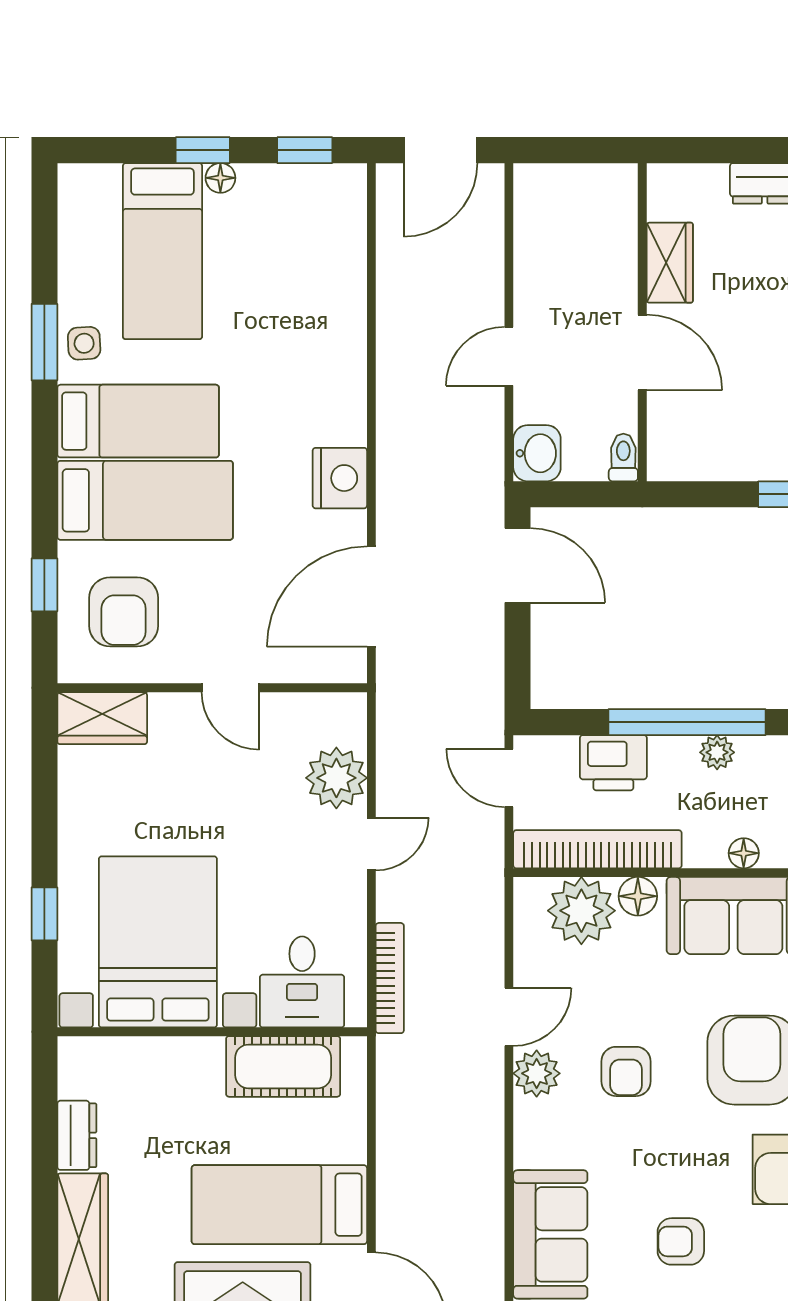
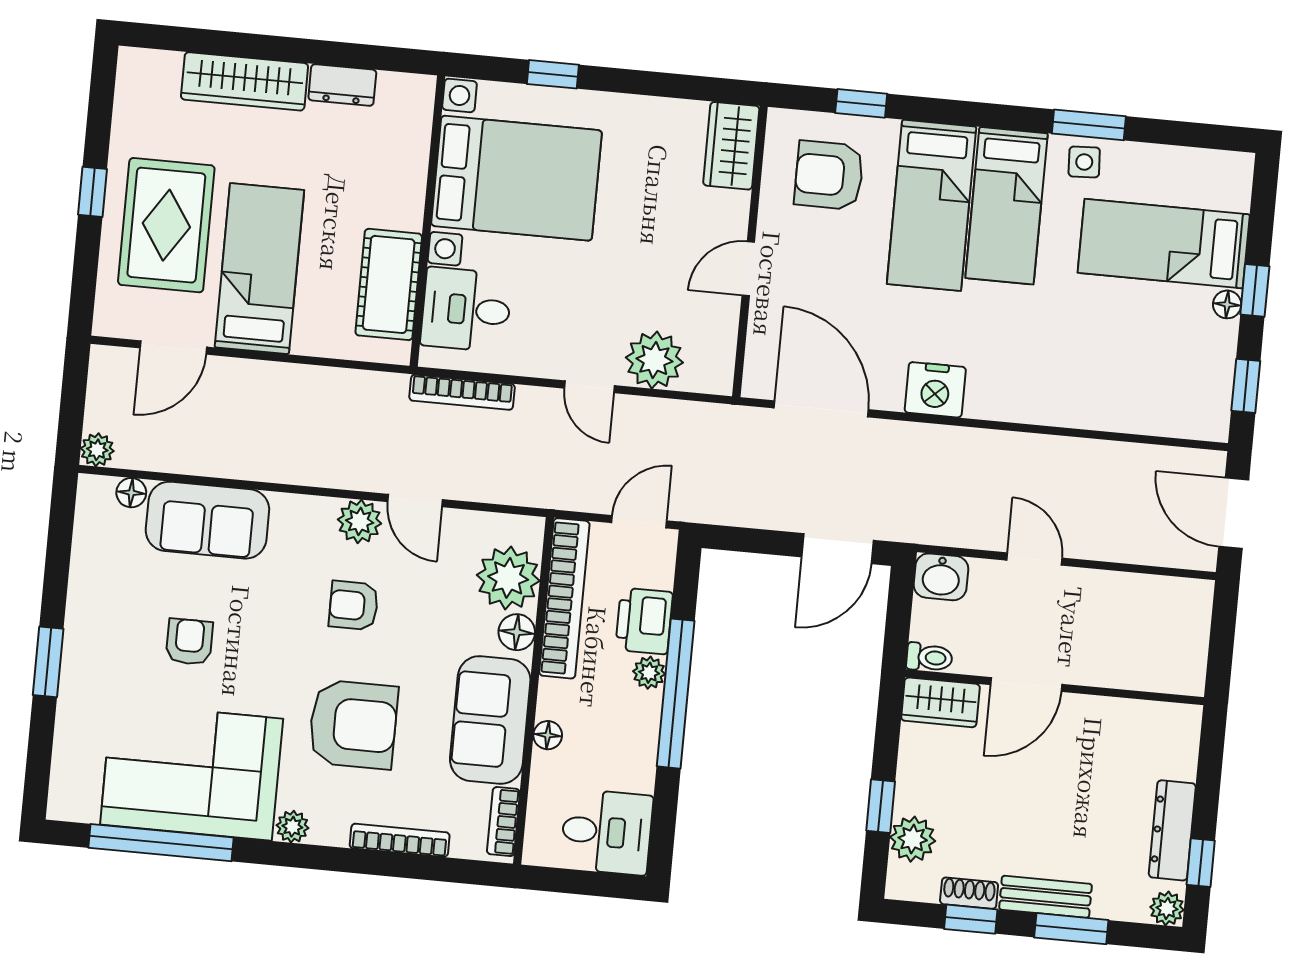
wardrobe: (670, 263) -> (940, 702), moved
plant: (717, 752) -> (649, 673), moved

